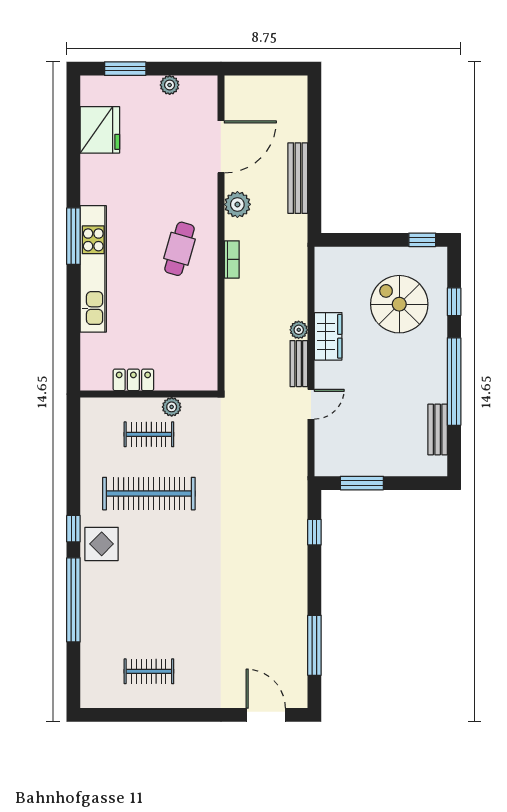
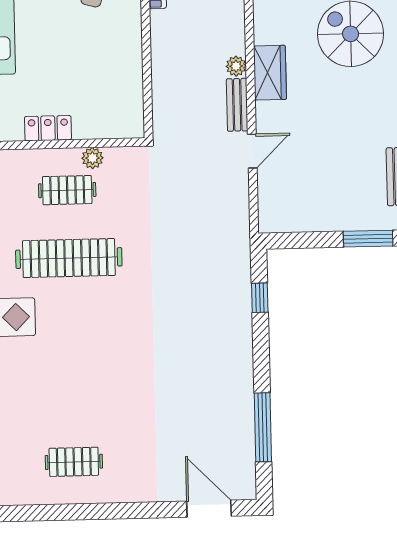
window: (362, 483) -> (368, 239), moved

